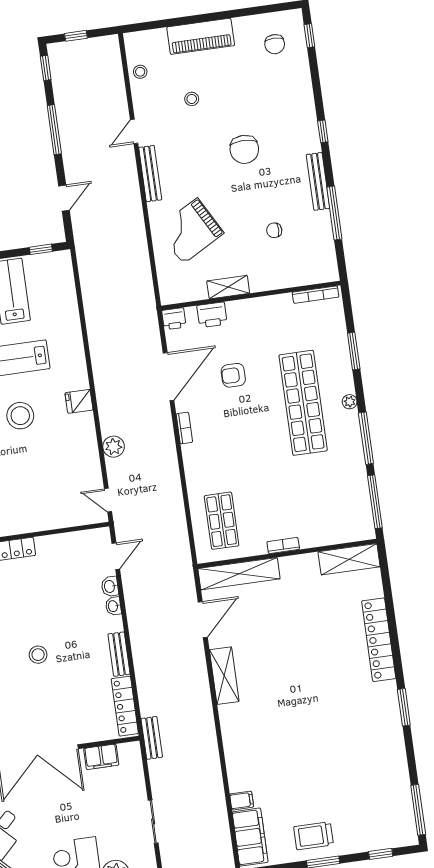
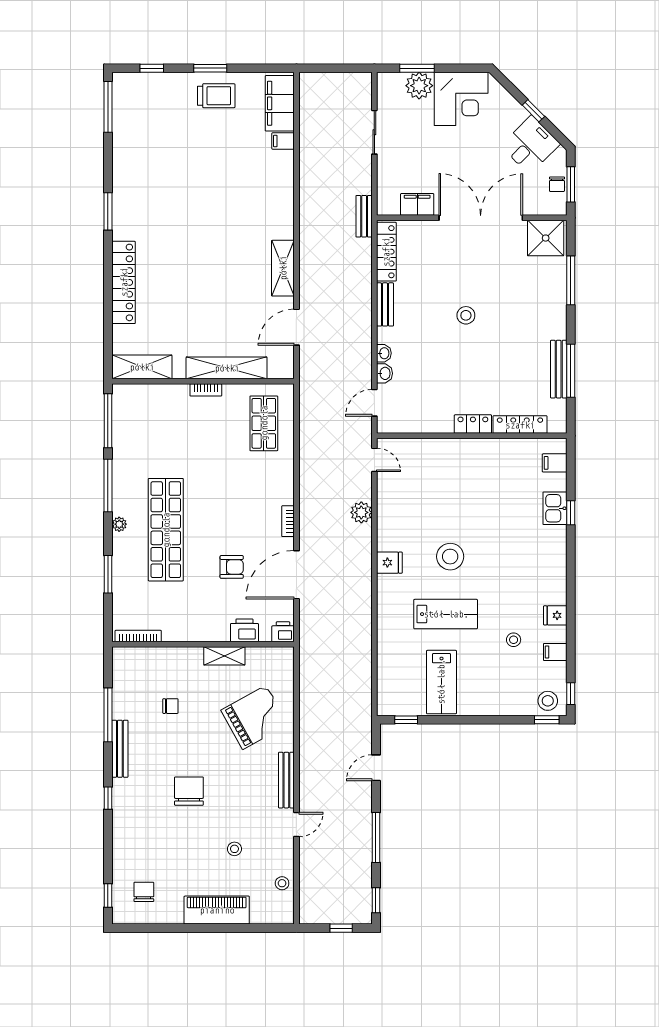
shelving: (239, 574) -> (227, 368), moved

